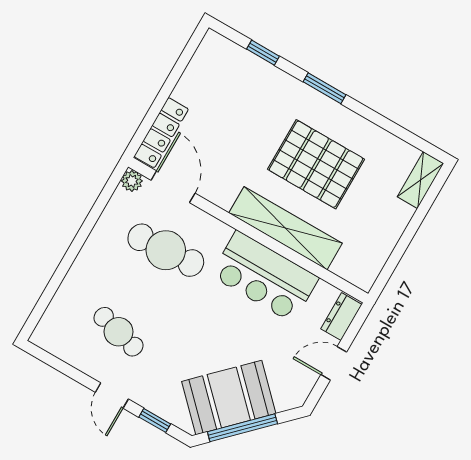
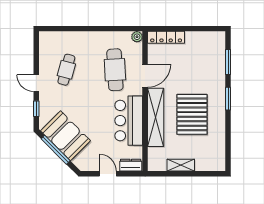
window: (263, 53) -> (228, 62), width x1.50
shelving: (421, 180) -> (181, 165), moved
door: (173, 187) -> (145, 76), moved
door: (112, 396) -> (36, 83), hinge flipped

